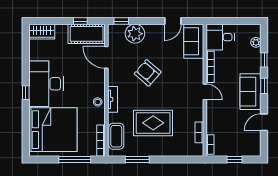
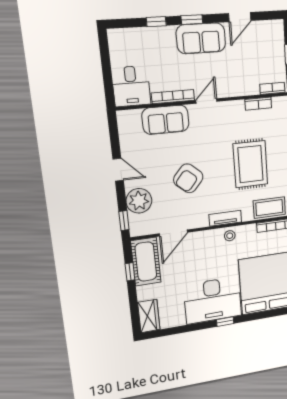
door: (173, 21) -> (118, 170), moved
sofa: (194, 41) -> (166, 120), moved
plant: (256, 42) -> (133, 35), removed
door: (264, 122) -> (240, 17), hinge flipped

